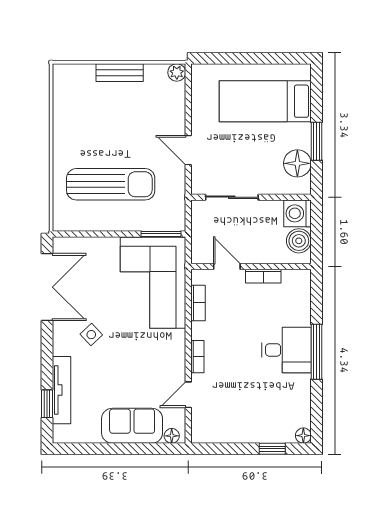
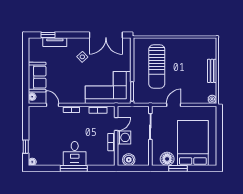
bed: (265, 101) -> (193, 143), width x1.50
washing machine: (298, 213) -> (124, 137), moved, turned 90
tv unit: (62, 390) -> (55, 42), width x0.71

